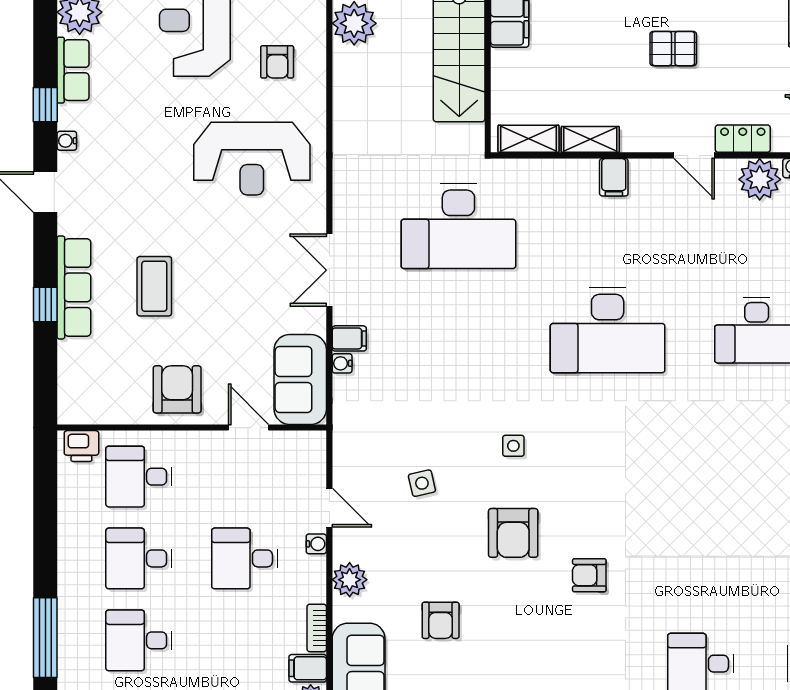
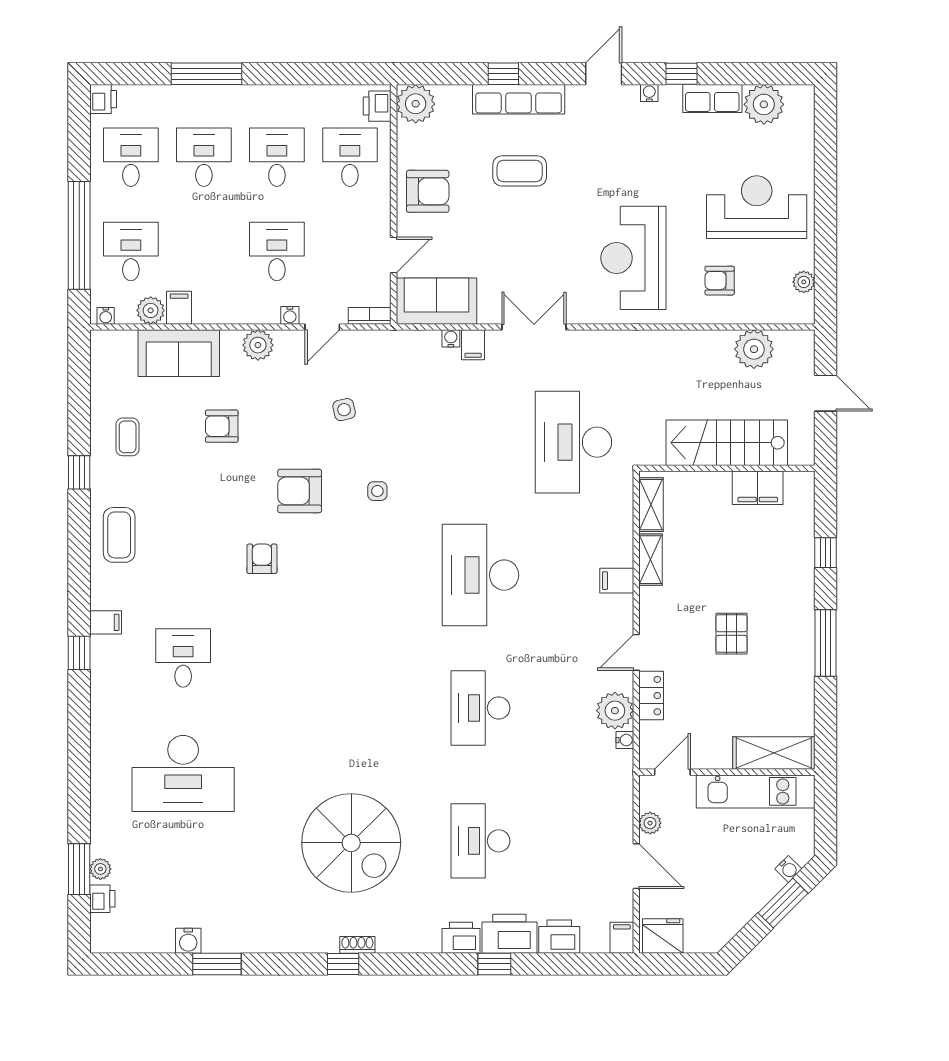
plant: (79, 403) -> (416, 104), added
bookcase: (317, 628) -> (370, 316), moved

